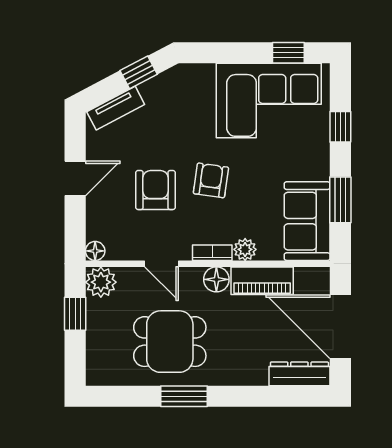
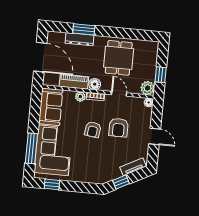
corner sofa: (269, 101) -> (53, 150), moved, turned 90
window: (340, 127) -> (31, 148), width x2.17
door: (75, 178) -> (155, 136), swing flipped
window: (340, 200) -> (35, 115), removed
dining table: (170, 342) -> (119, 58), turned 90
dresser: (299, 374) -> (80, 39), moved
window: (184, 396) -> (84, 29), moved

